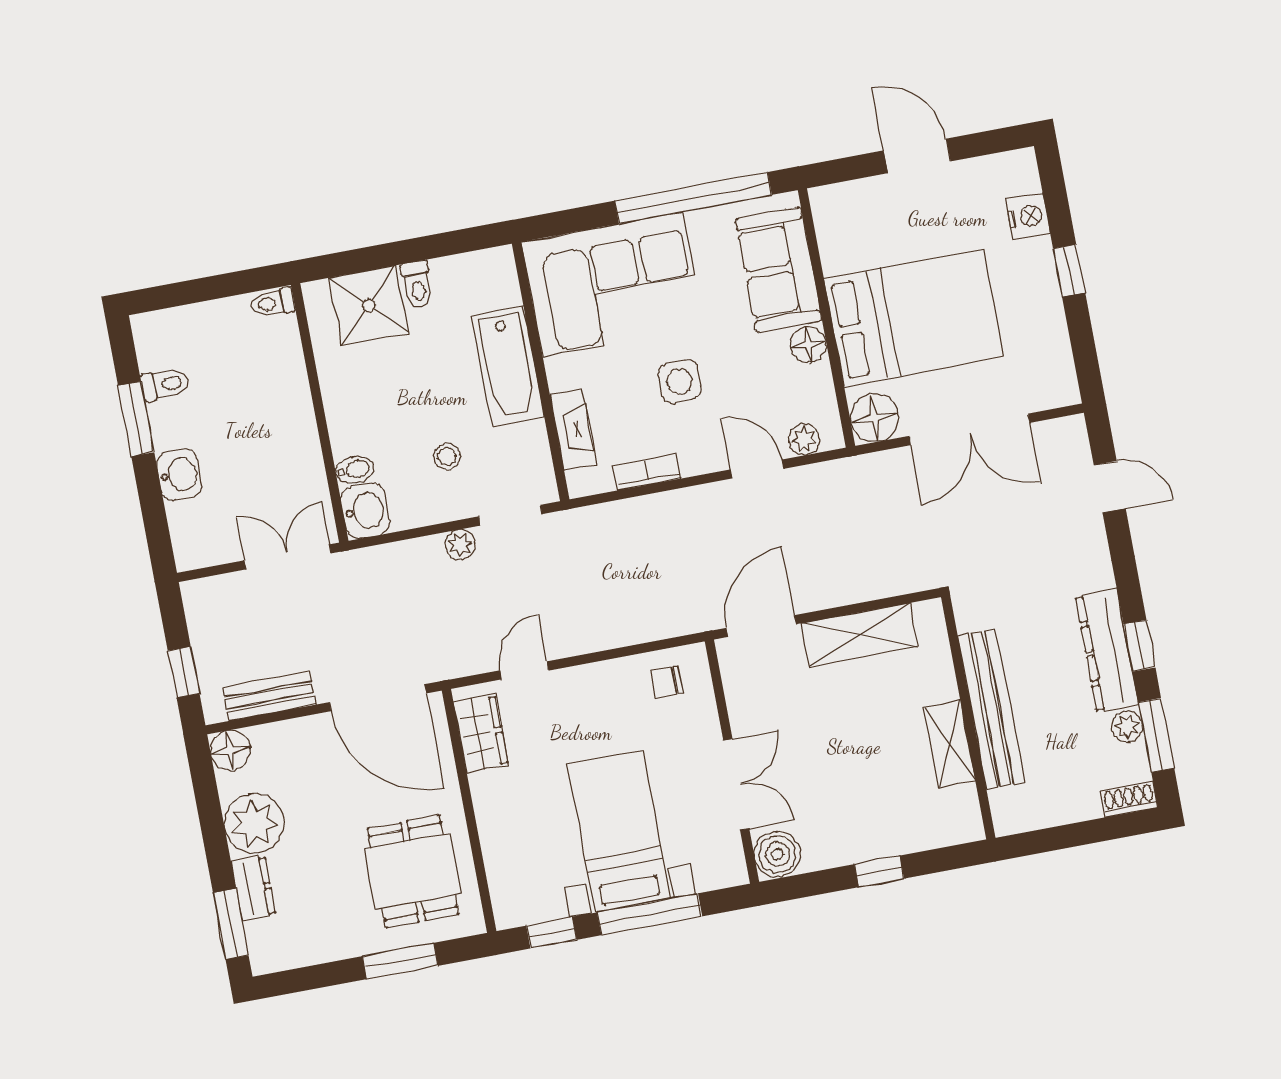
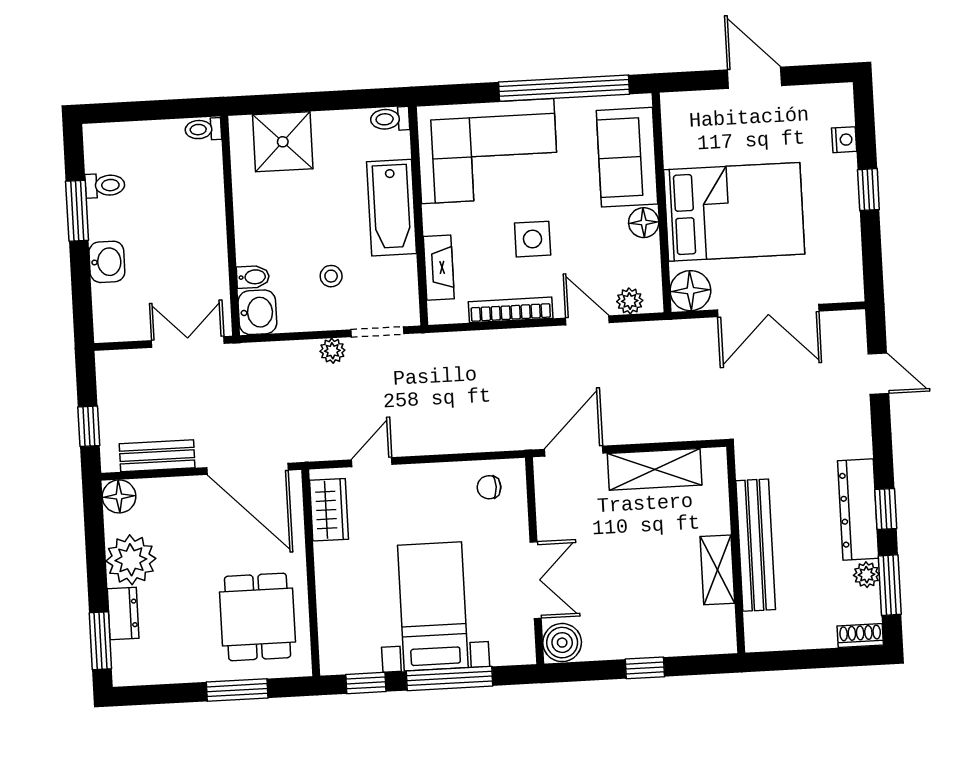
nightstand: (1028, 216) -> (844, 140), width x0.72, depth x0.74
toilet: (417, 285) -> (390, 119), moved, turned 90
bookcase: (647, 472) -> (511, 310), width x1.56

